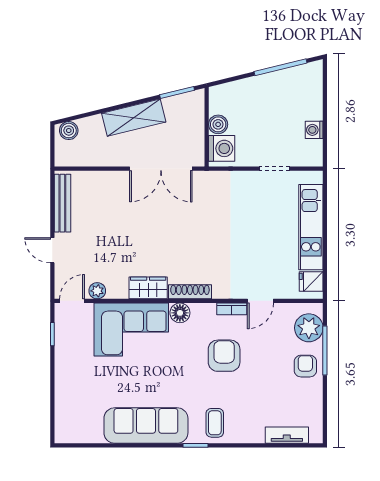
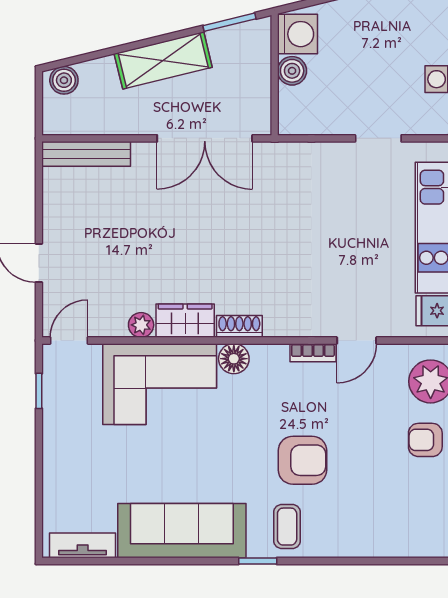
washing machine: (222, 148) -> (298, 34), moved
bench: (62, 203) -> (86, 154), moved, turned 90
plant: (97, 291) -> (141, 325), moved
shoe rack: (190, 292) -> (239, 326), width x0.70
armchair: (224, 356) -> (302, 460), moved, turned 90
armchair: (305, 366) -> (425, 440), turned -90
tv unit: (287, 435) -> (83, 545), moved

